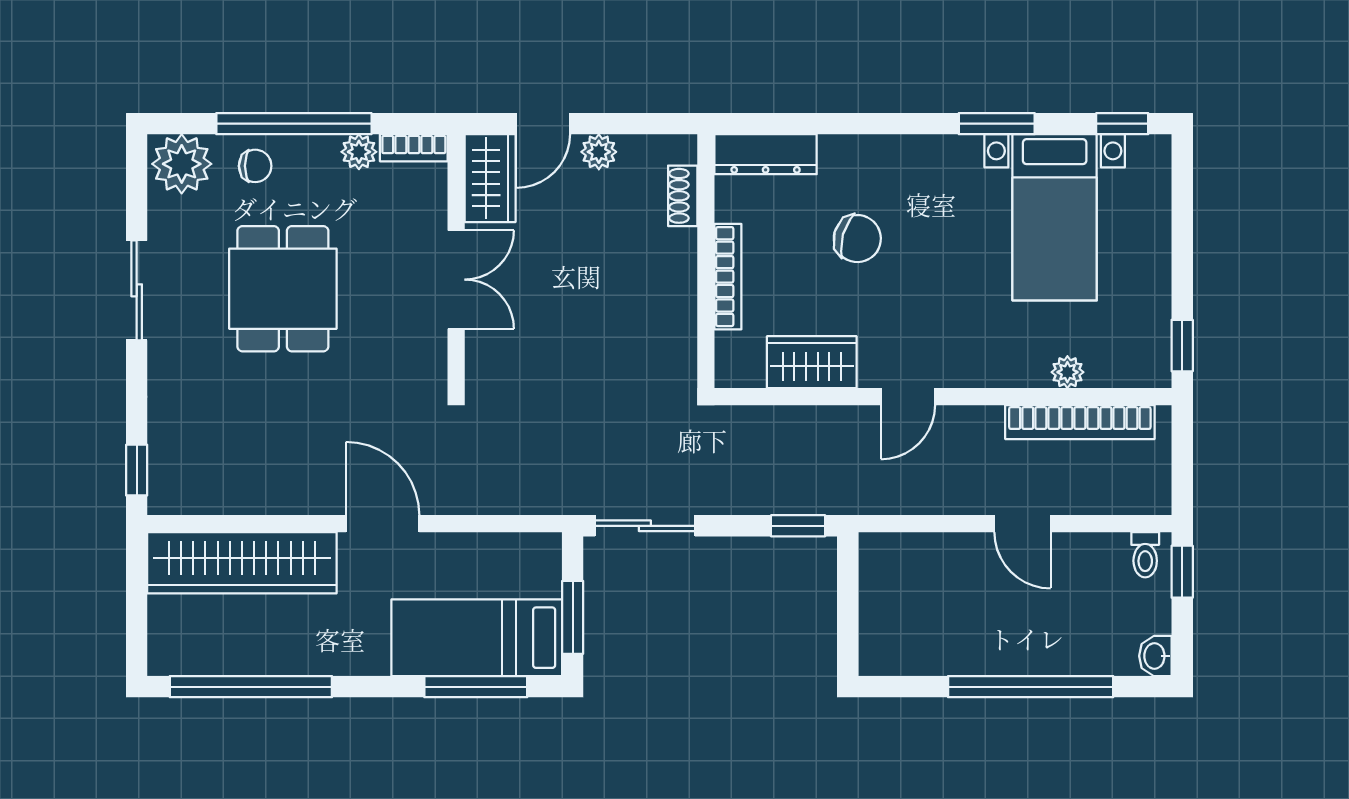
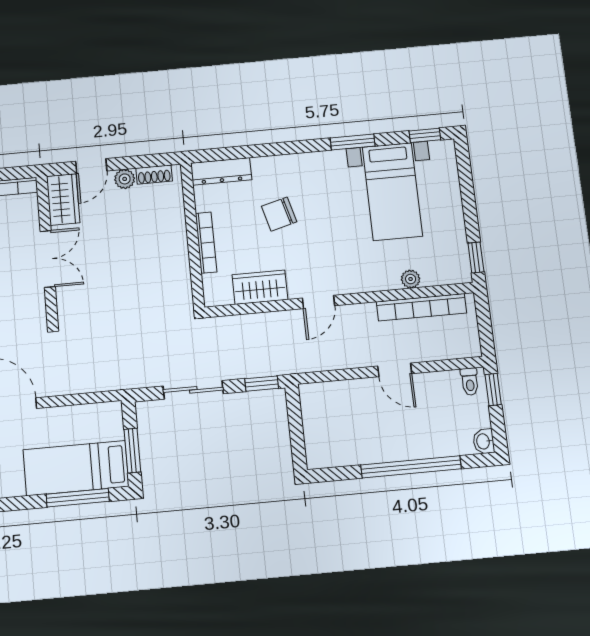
shoe rack: (683, 196) -> (154, 175), moved, turned -90
chair: (857, 239) -> (279, 214), turned 149
sliding door: (645, 526) -> (193, 390), moved

